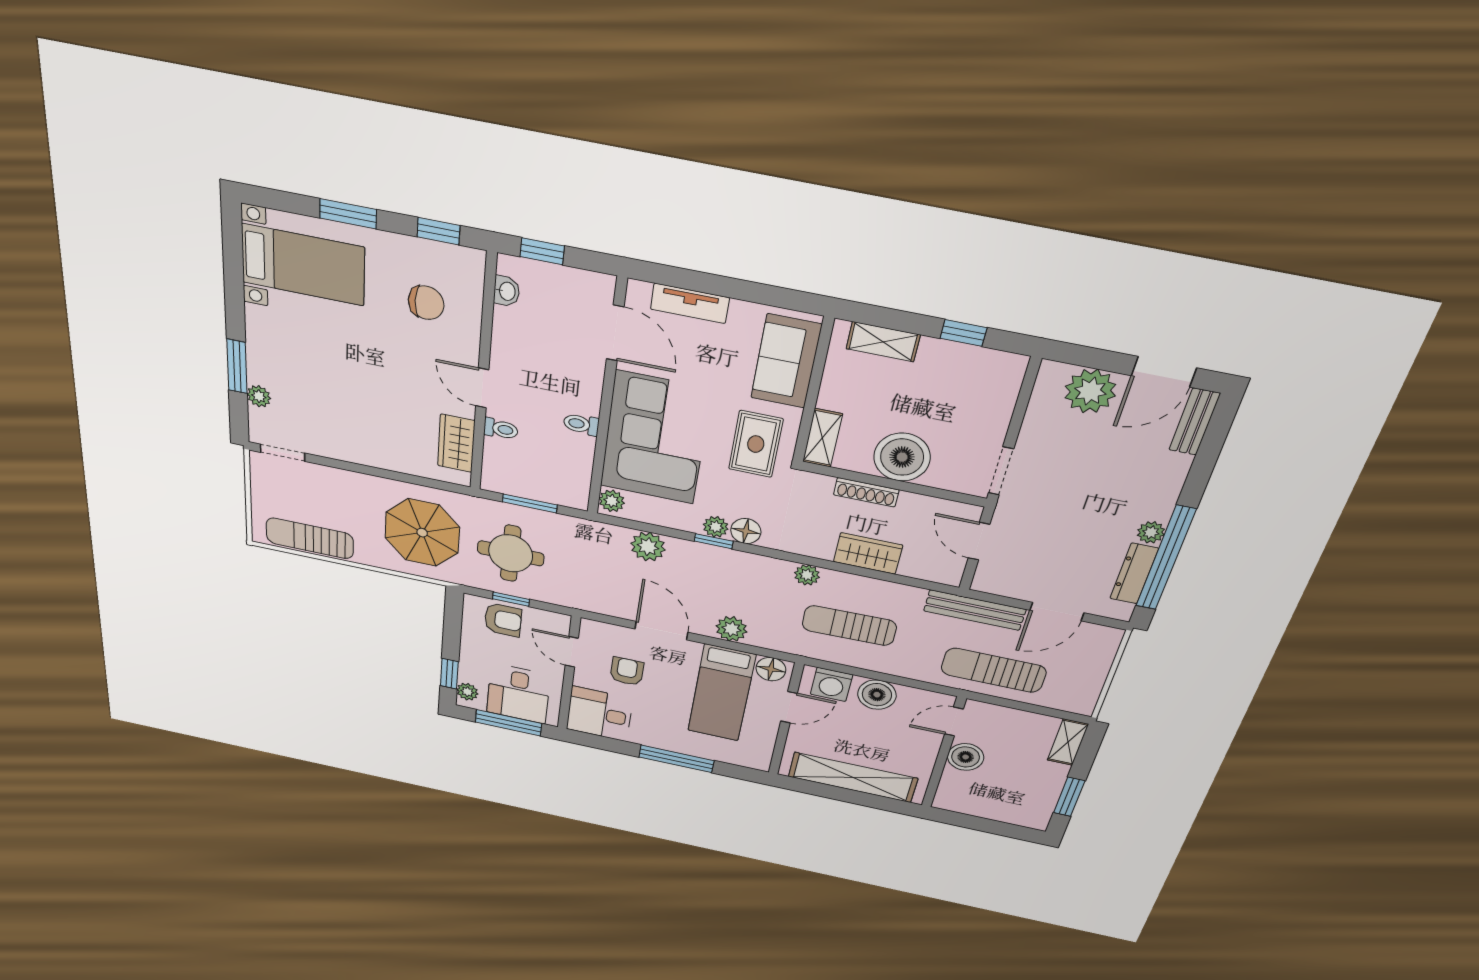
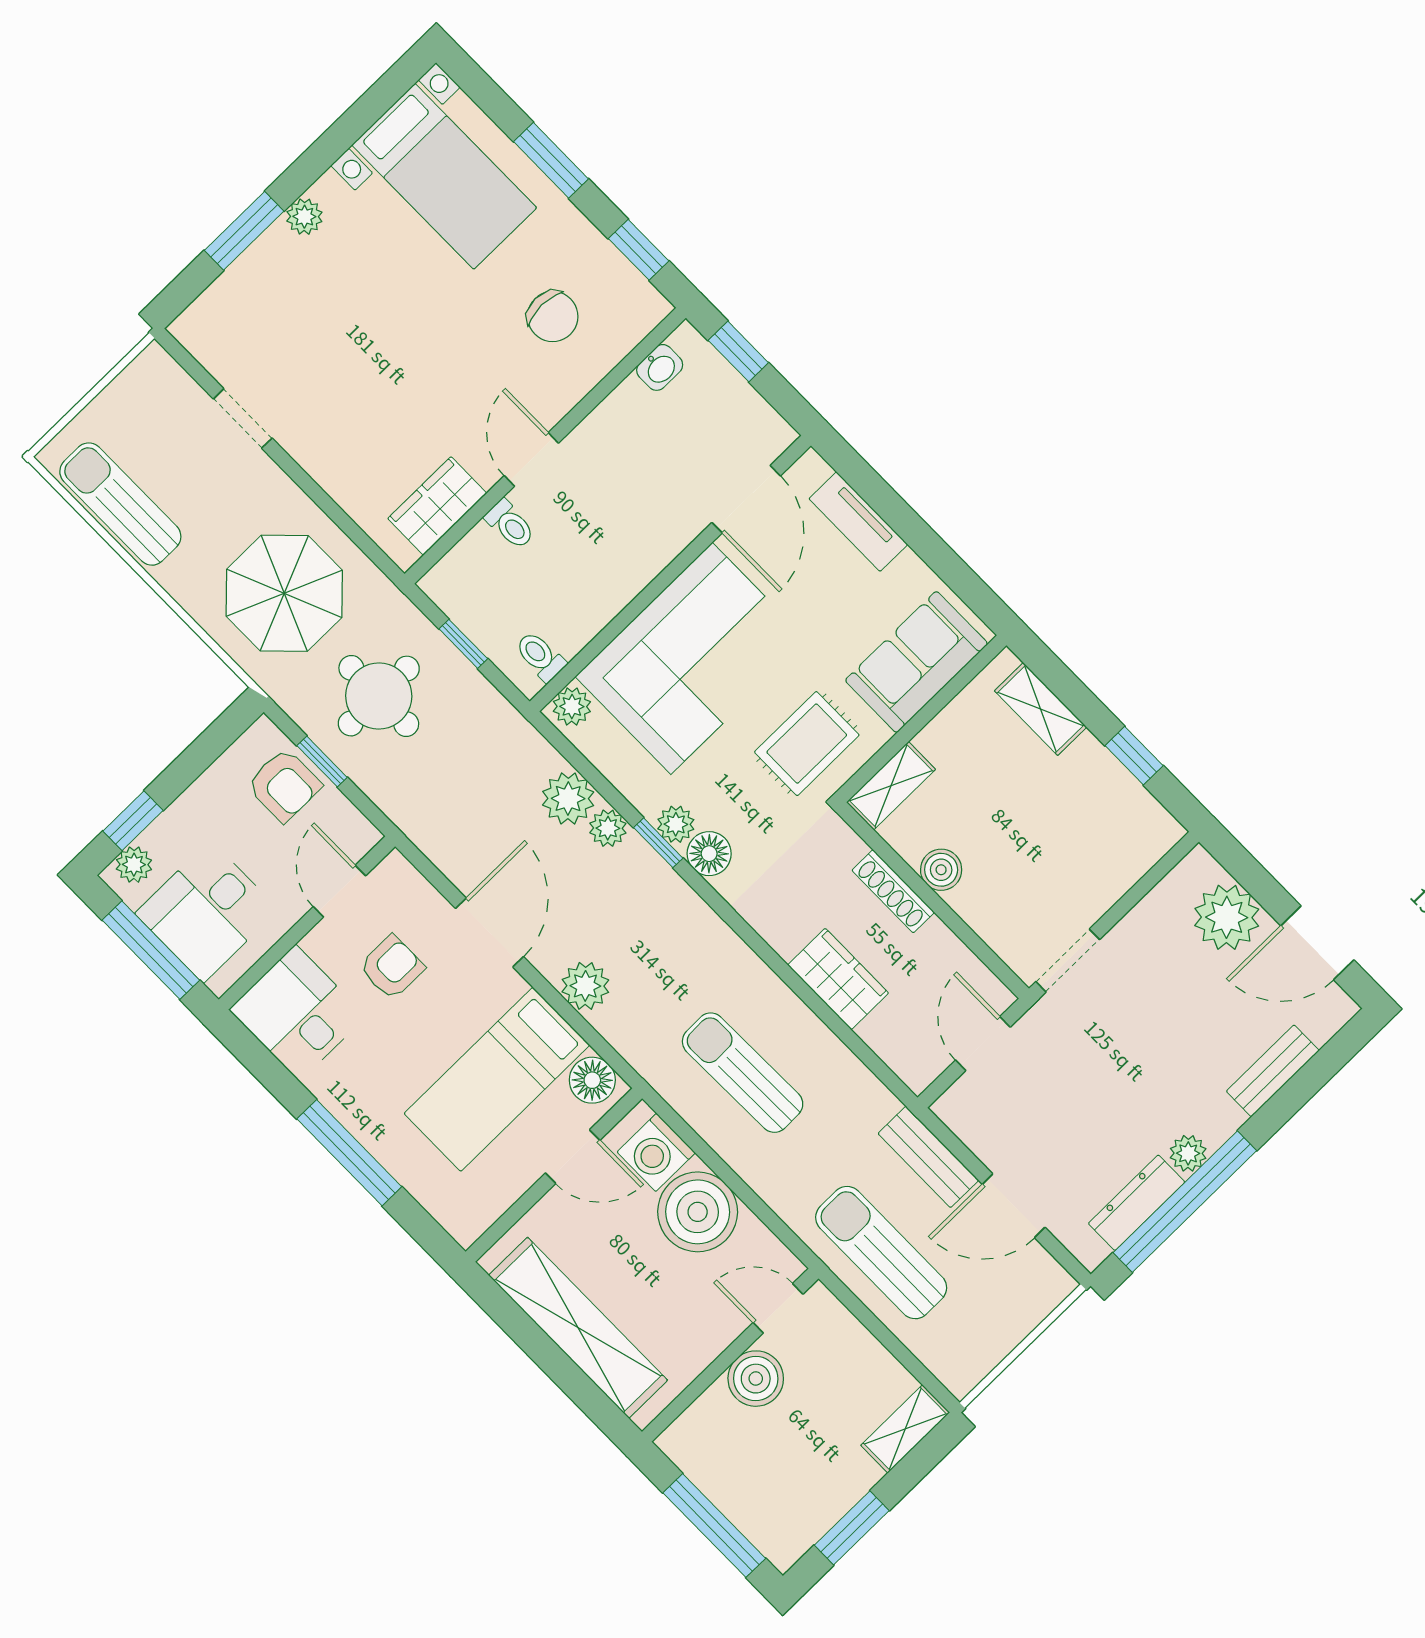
plant: (259, 396) -> (304, 217), moved
bench: (1195, 422) -> (1273, 1071), moved
toilet: (581, 424) -> (540, 656), moved
doorway: (283, 453) -> (243, 418), moved
boiler: (902, 457) -> (941, 870), width x0.54, depth x0.54
window: (530, 503) -> (463, 644), width x0.67
plant: (807, 575) -> (608, 828), moved
bench: (975, 610) -> (928, 1157), width x0.73
boiler: (877, 695) -> (698, 1212), width x1.37, depth x1.37
window: (992, 827) -> (714, 1526), added

